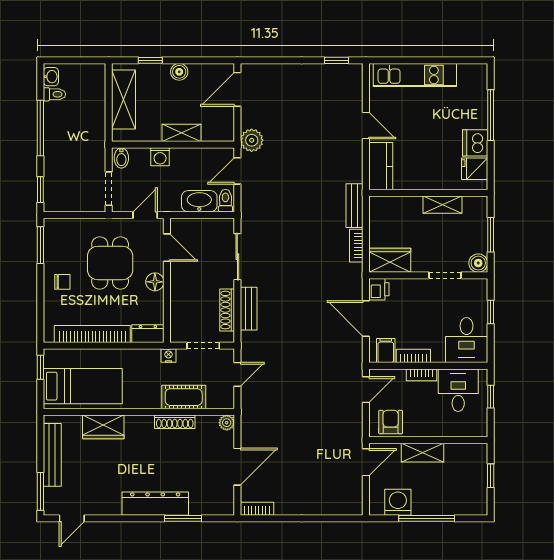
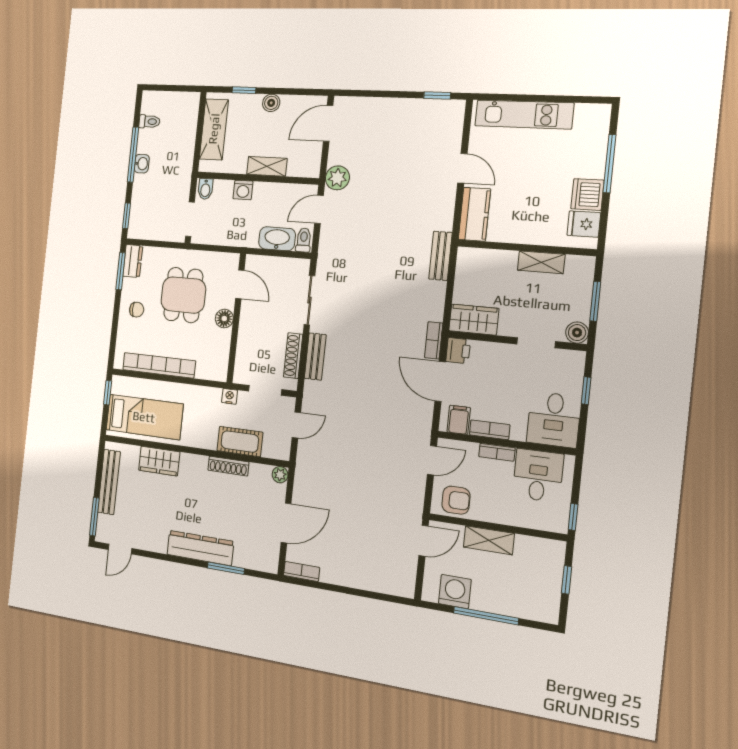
washbasin: (51, 77) -> (142, 164), moved
door: (145, 215) -> (222, 249), removed
bookcase: (356, 246) -> (434, 340), moved
dresser: (148, 334) -> (133, 261), moved, turned 90
window: (491, 397) -> (573, 517), moved
armchair: (391, 422) -> (456, 500), turned 90

